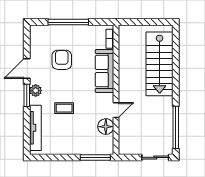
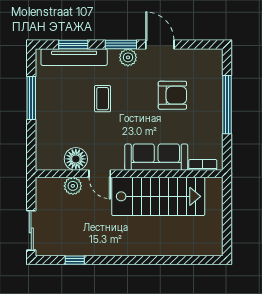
stairs: (160, 64) -> (158, 196), moved, turned 180
window: (176, 127) -> (75, 260), width x0.32
window: (27, 128) -> (73, 45), added
plant: (124, 129) -> (73, 186), added
window: (95, 157) -> (31, 98), moved

